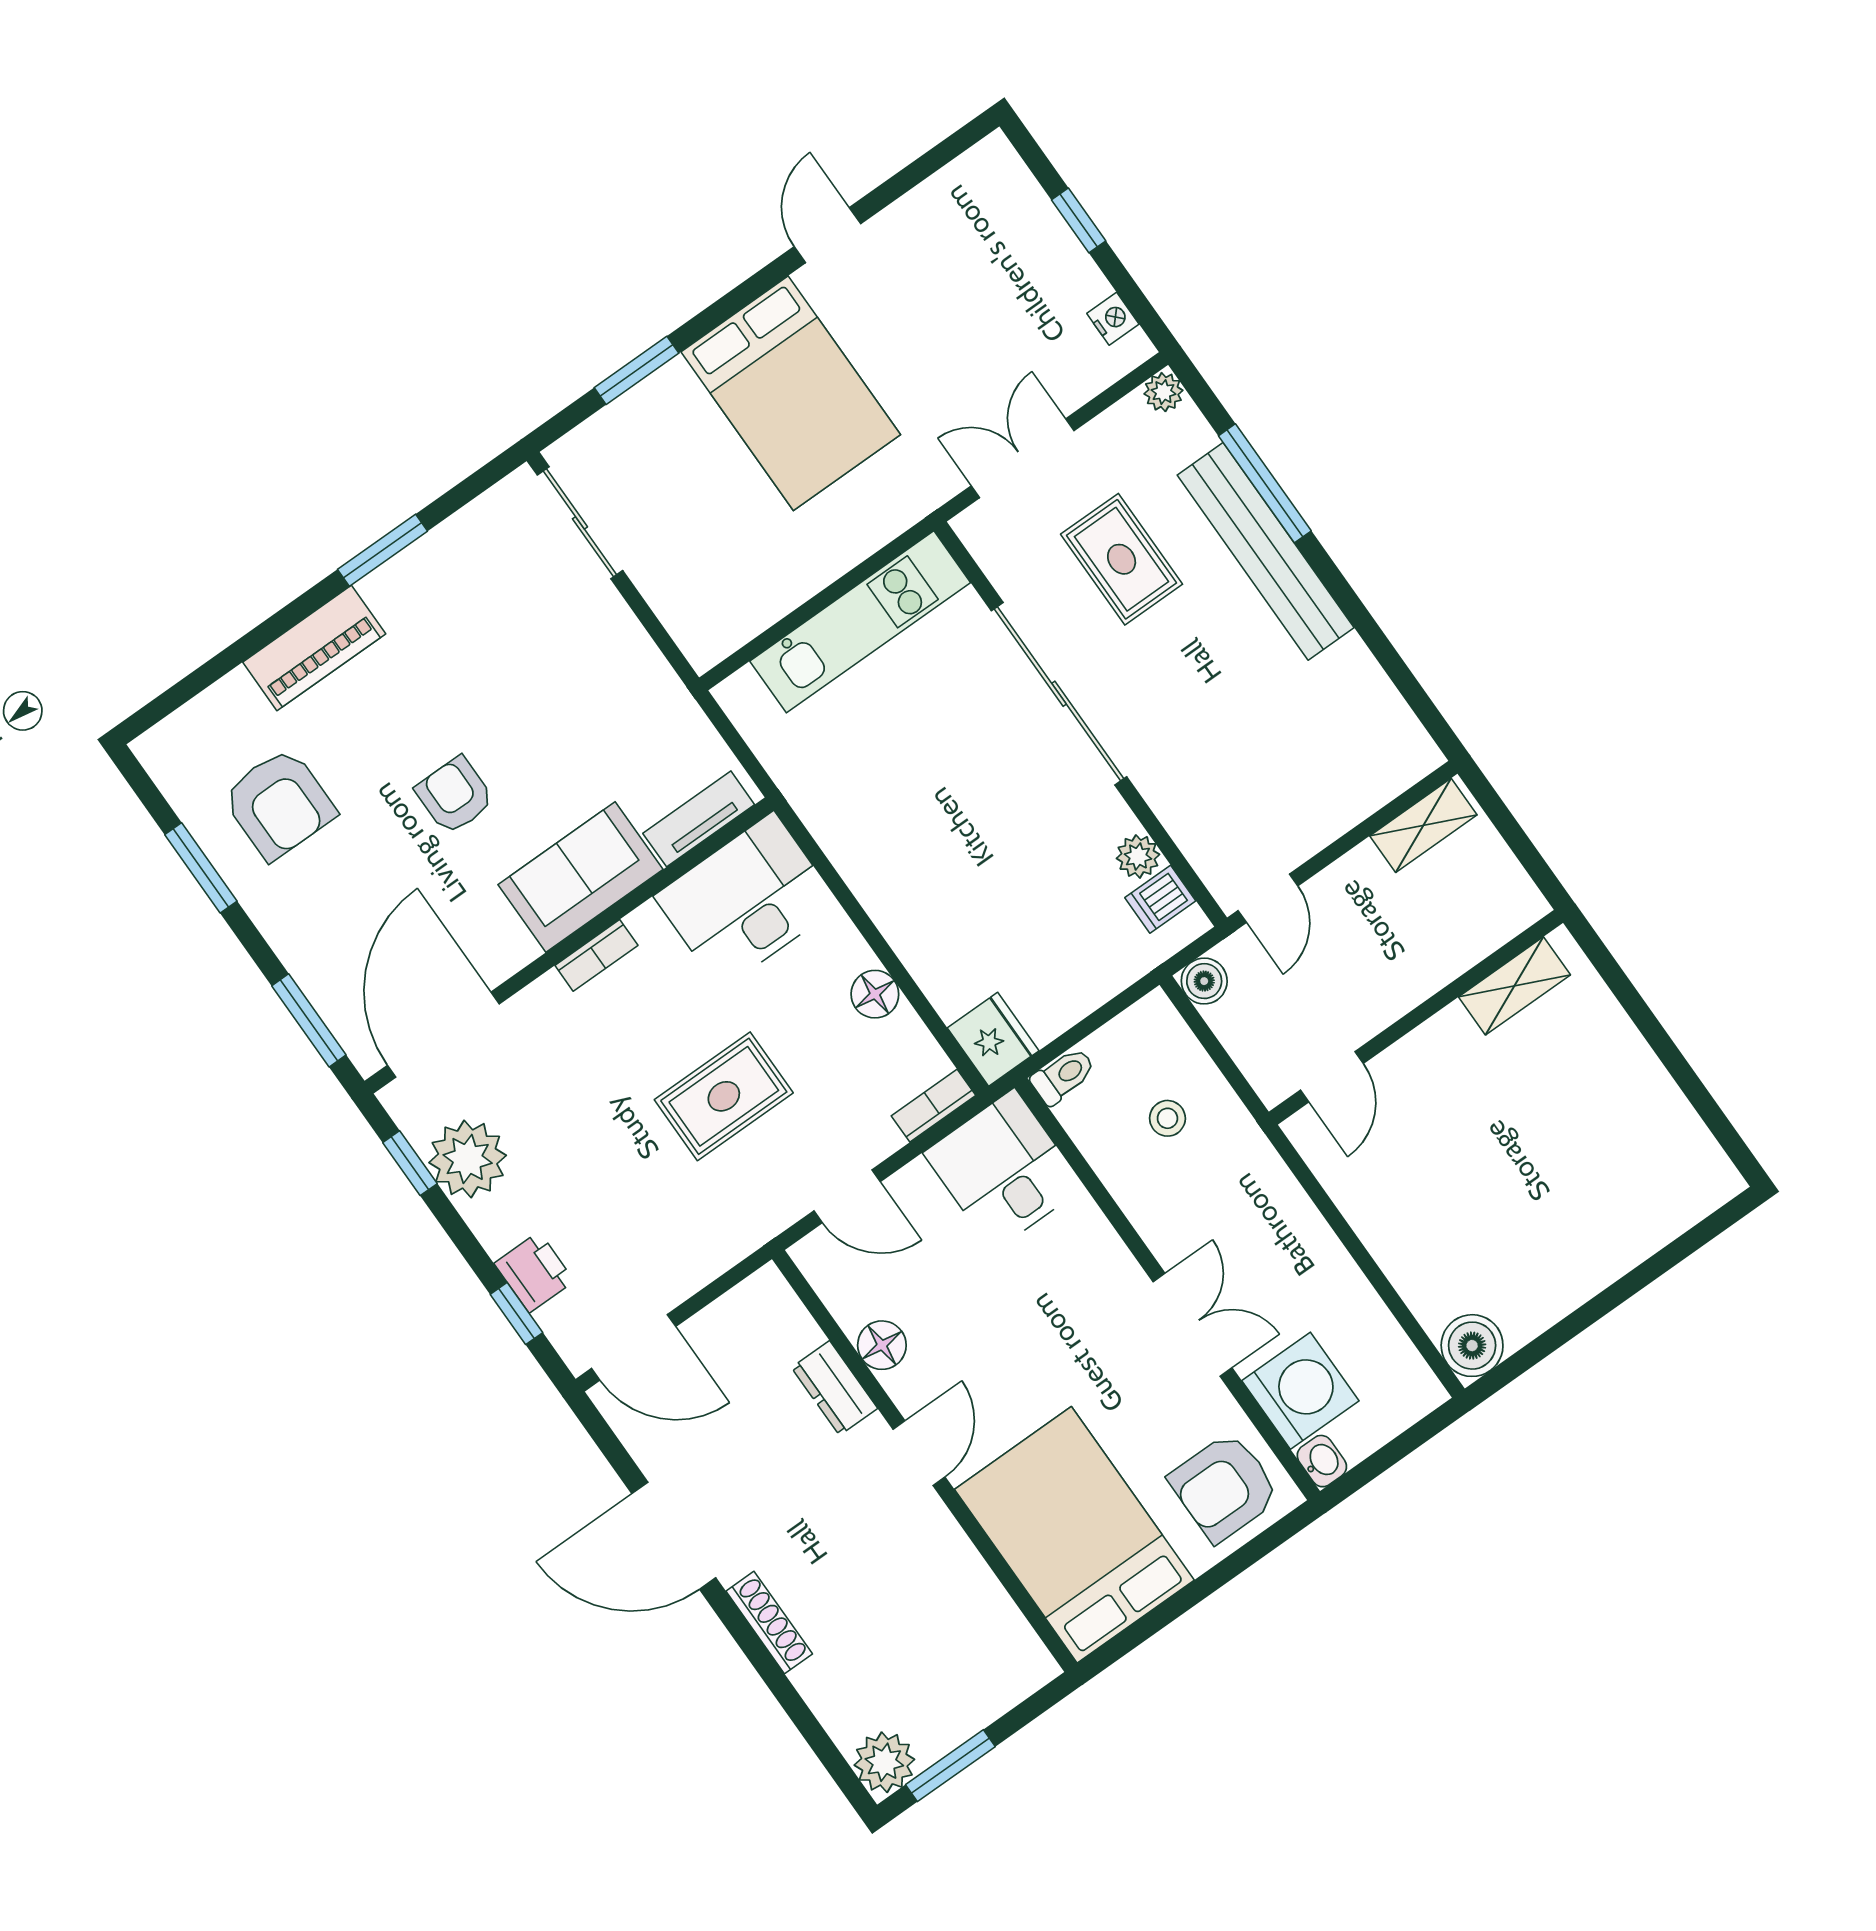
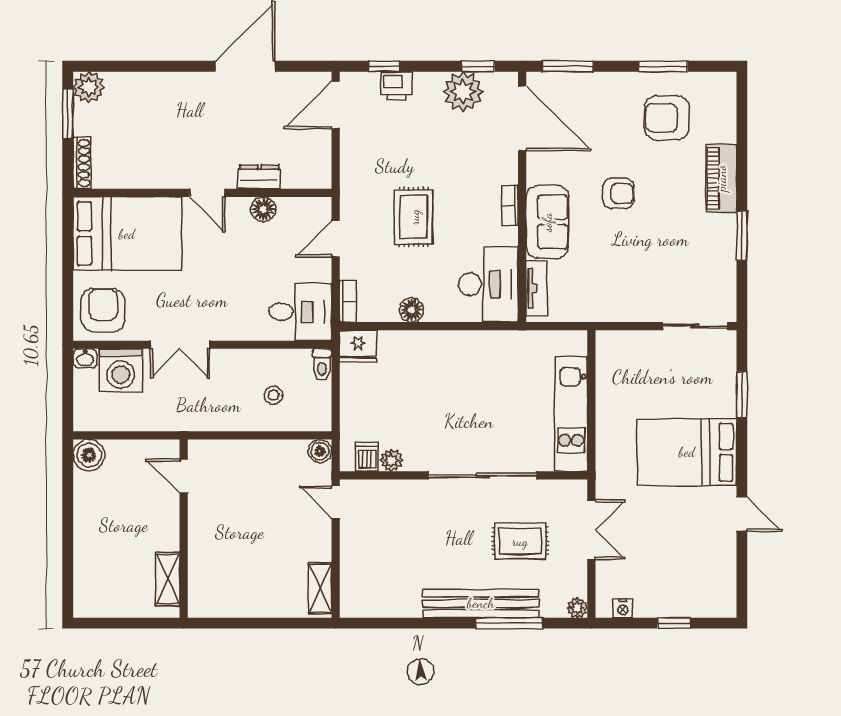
shelving: (1514, 986) -> (168, 579), moved
wall: (1416, 1017) -> (184, 529), moved
door: (1332, 1077) -> (184, 476), moved
shoe rack: (769, 1623) -> (82, 163), moved, turned -90

